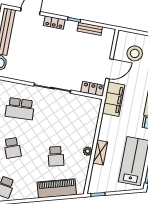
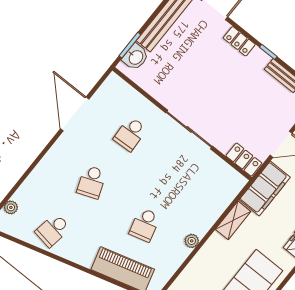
school desk: (20, 109) -> (130, 134), width x0.54
shelving: (100, 152) -> (233, 220), moved

